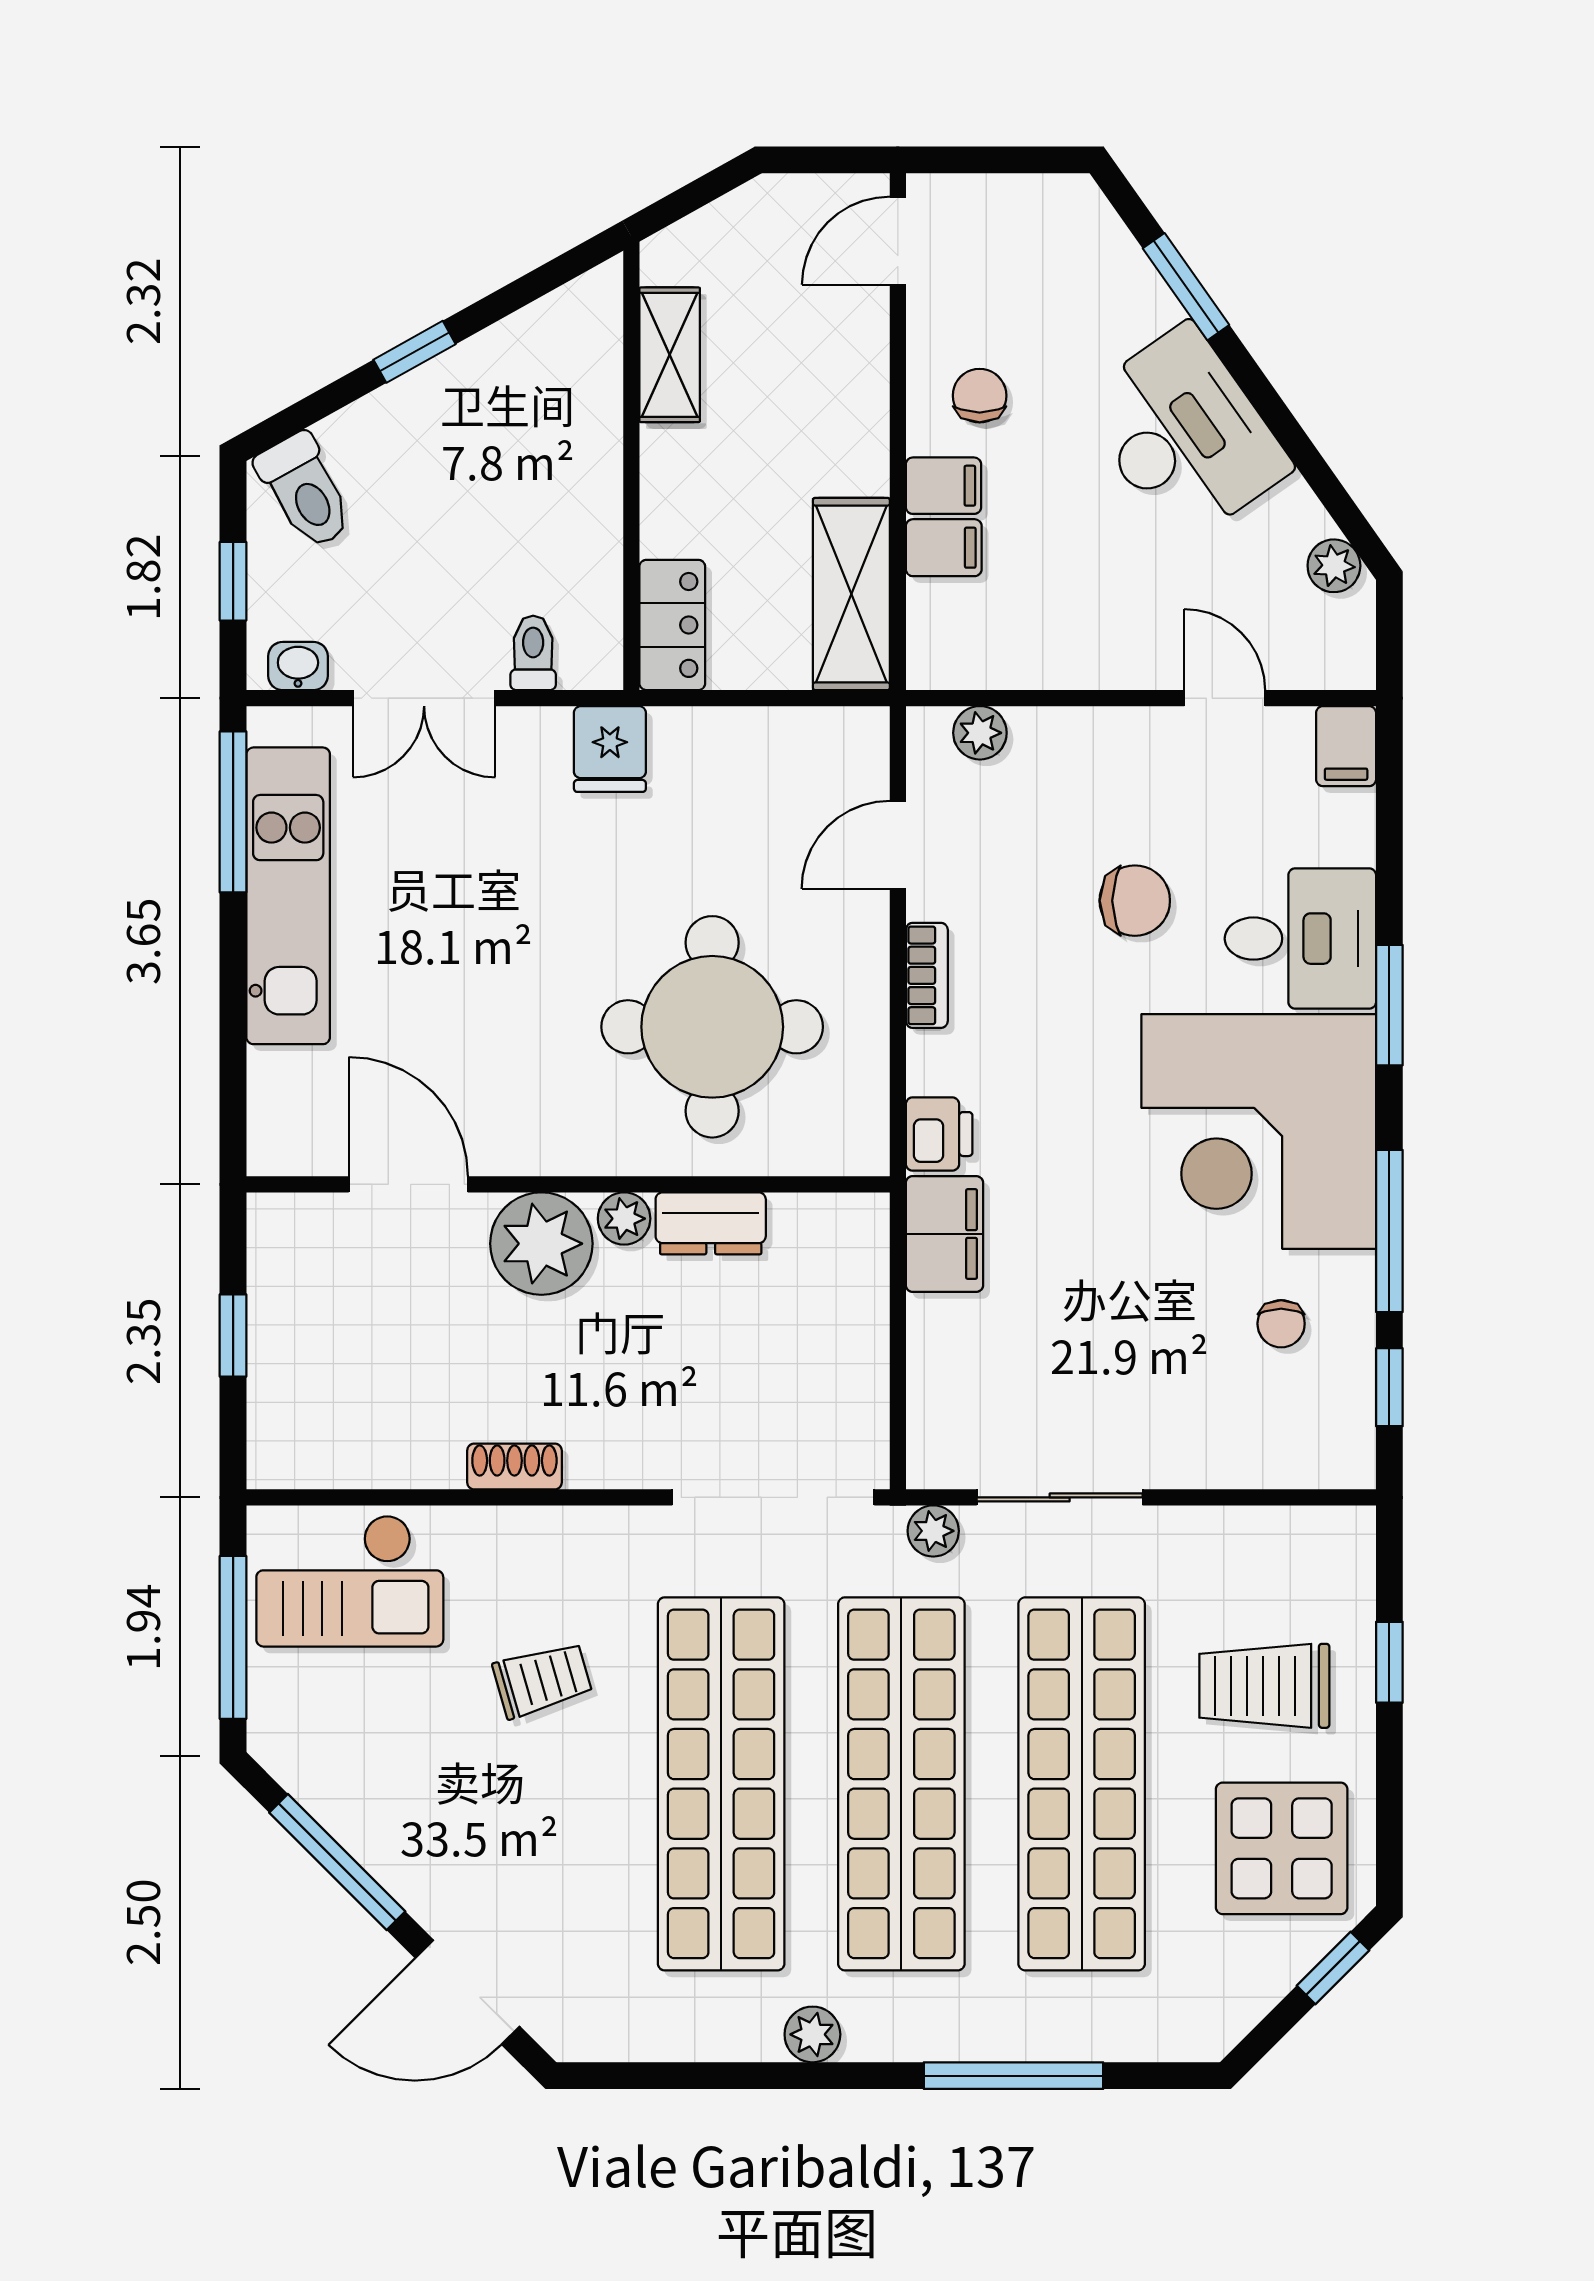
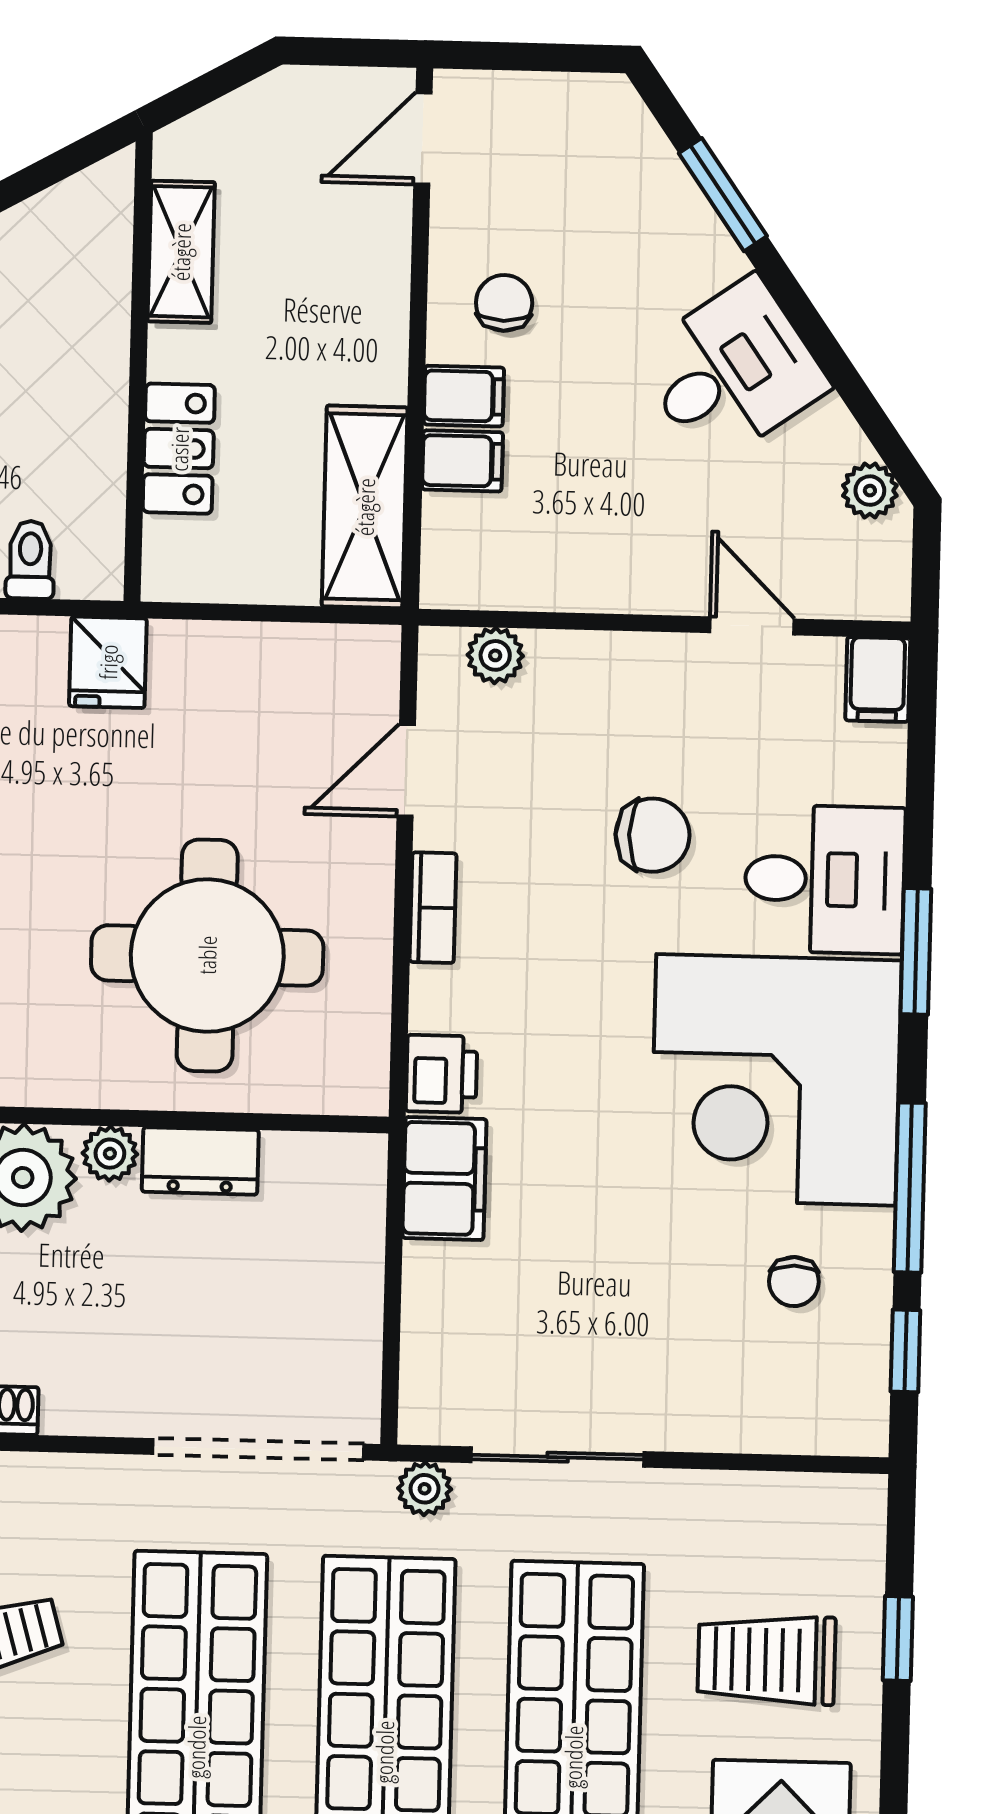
desk: (1184, 434) -> (732, 371), width x0.73
locker: (672, 625) -> (179, 449), moved

